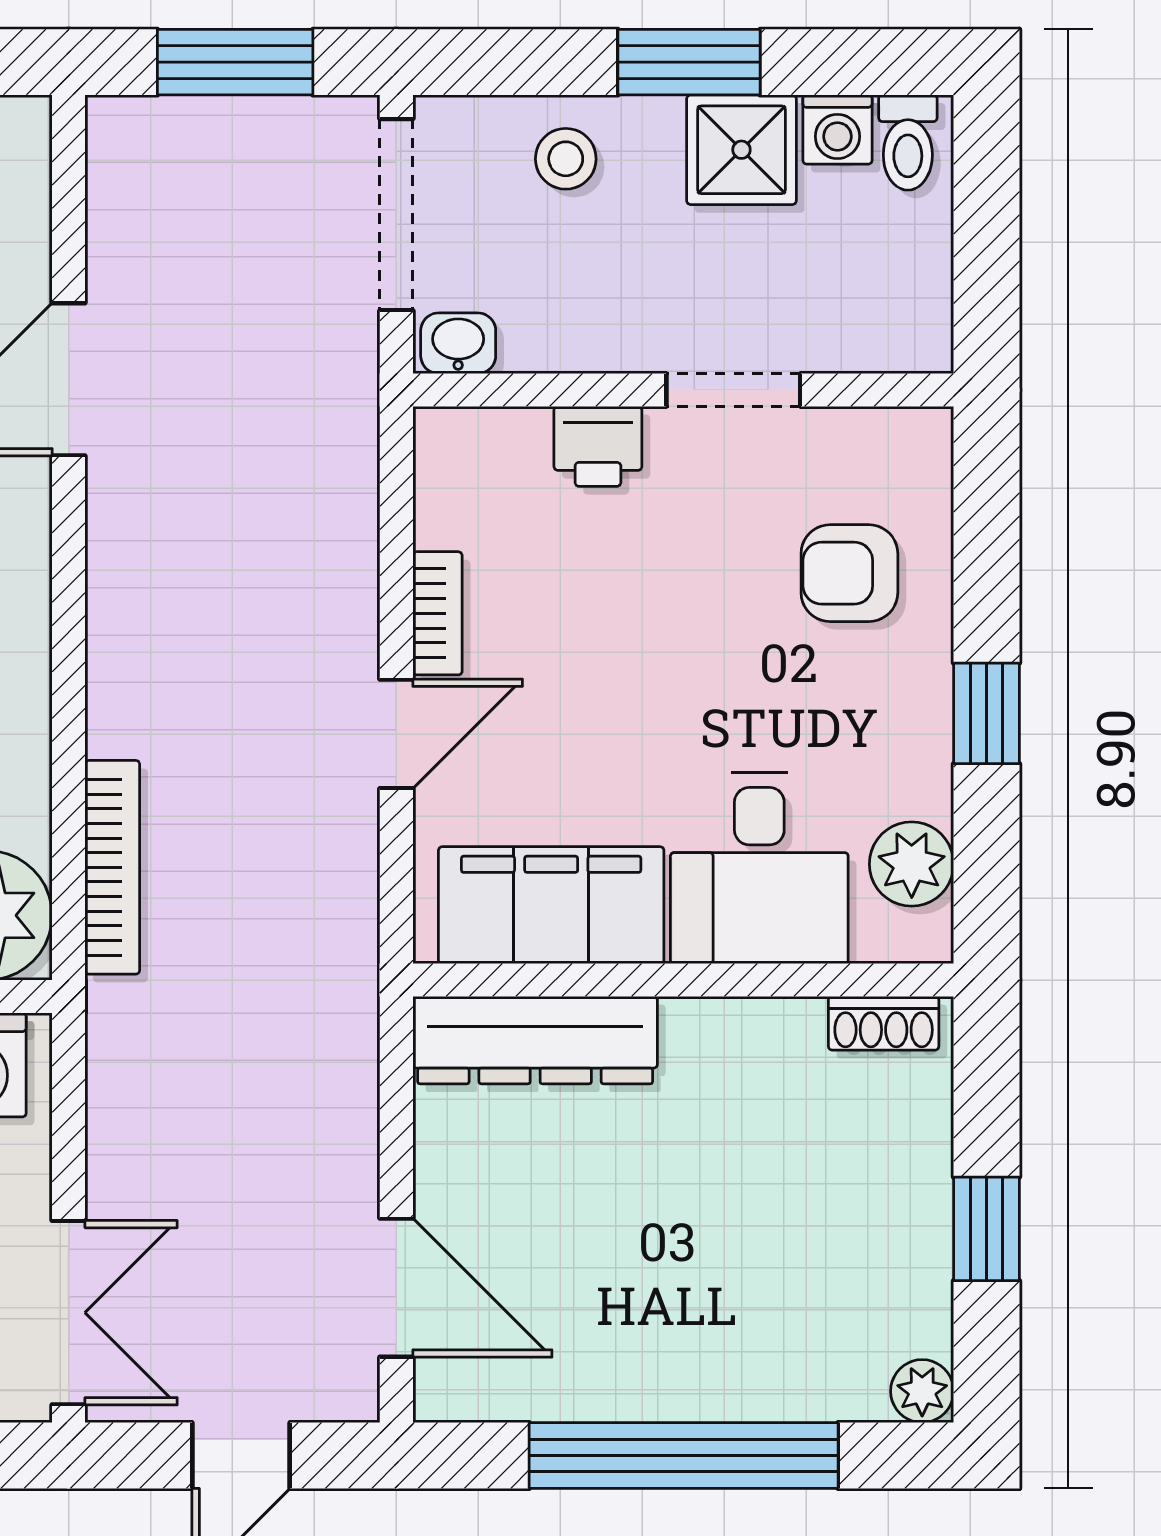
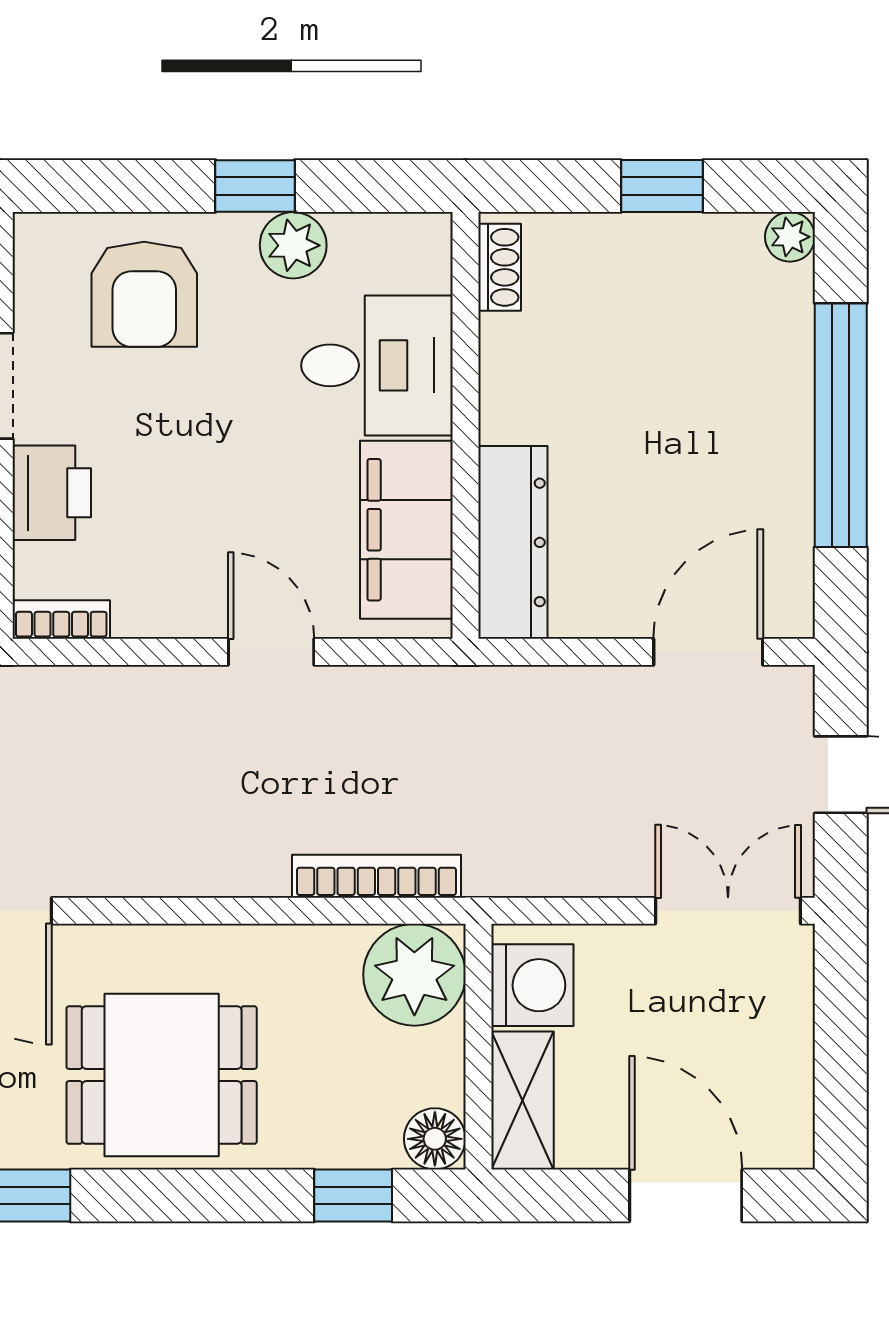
printer: (598, 446) -> (52, 493), width x1.36, depth x1.24
armchair: (849, 573) -> (144, 294), width x1.38, depth x1.38
bookcase: (437, 613) -> (61, 620), moved
plant: (912, 864) -> (293, 245), moved

